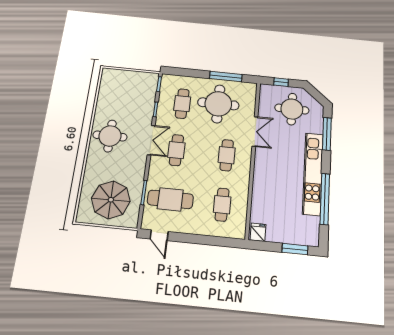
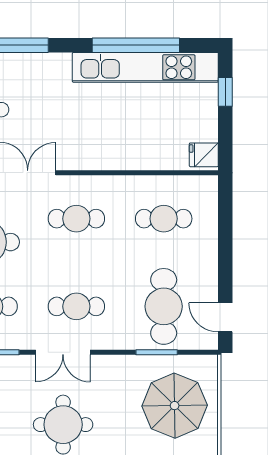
double door: (151, 140) -> (63, 352), swing flipped
kitchen unit: (313, 174) -> (145, 67), moved
door: (159, 235) -> (225, 317), swing flipped
window: (295, 249) -> (225, 92), width x0.67

